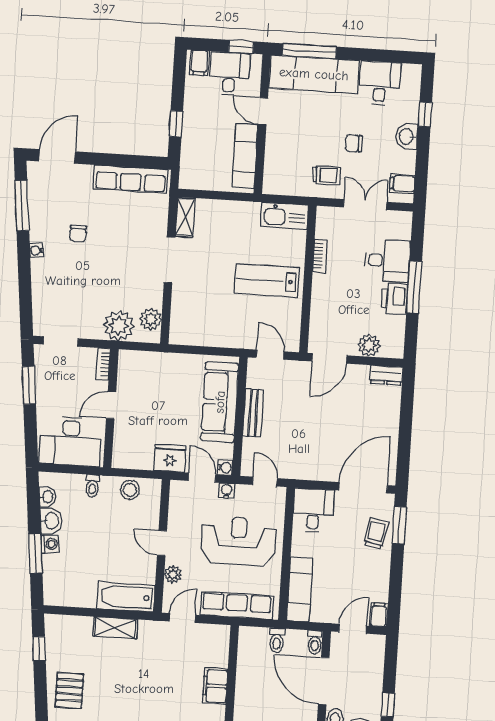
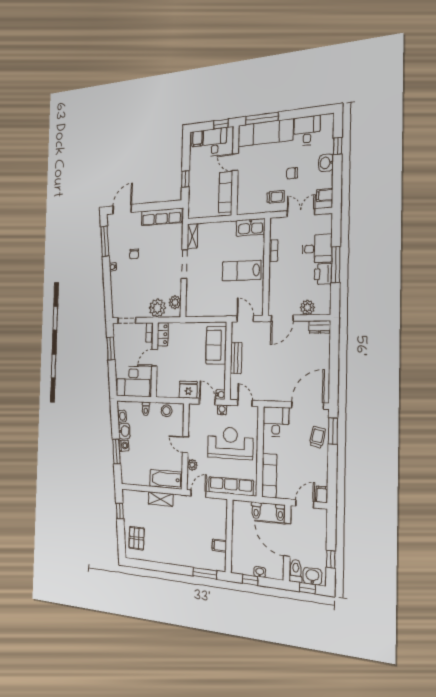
locker: (127, 368) -> (163, 334), added
sofa: (220, 402) -> (216, 345), width x0.73
filing cabinet: (215, 686) -> (219, 546), width x0.50

